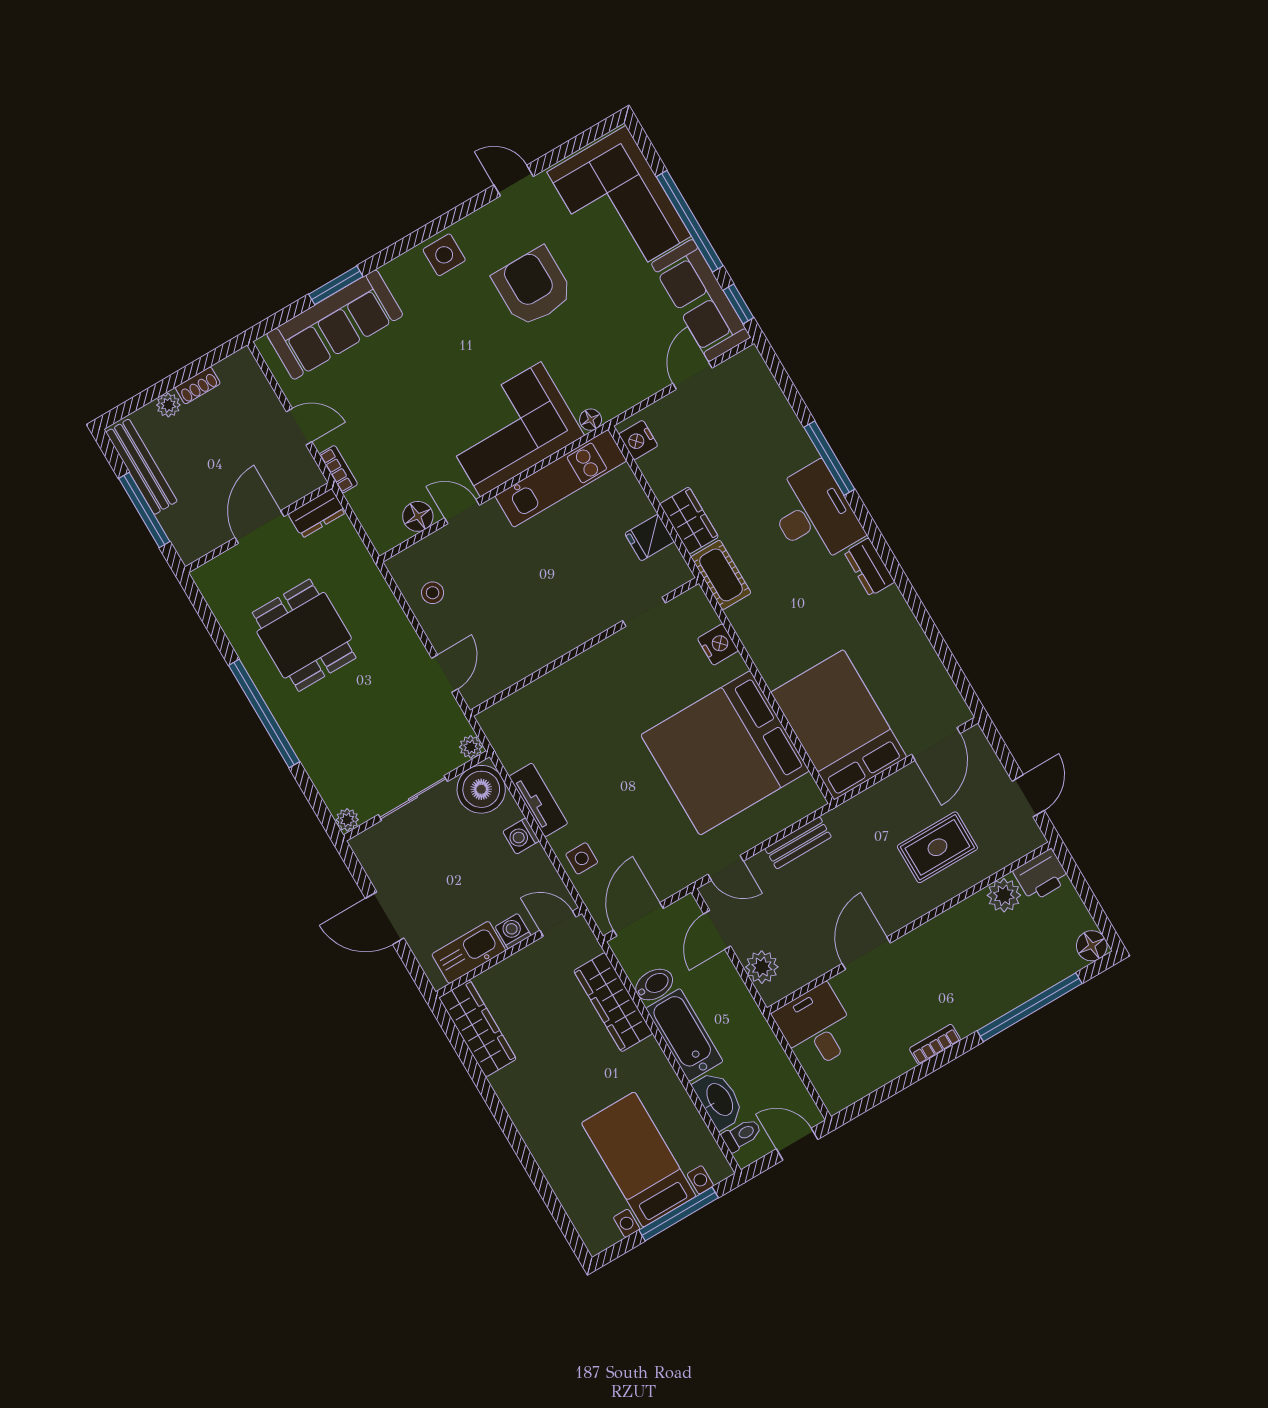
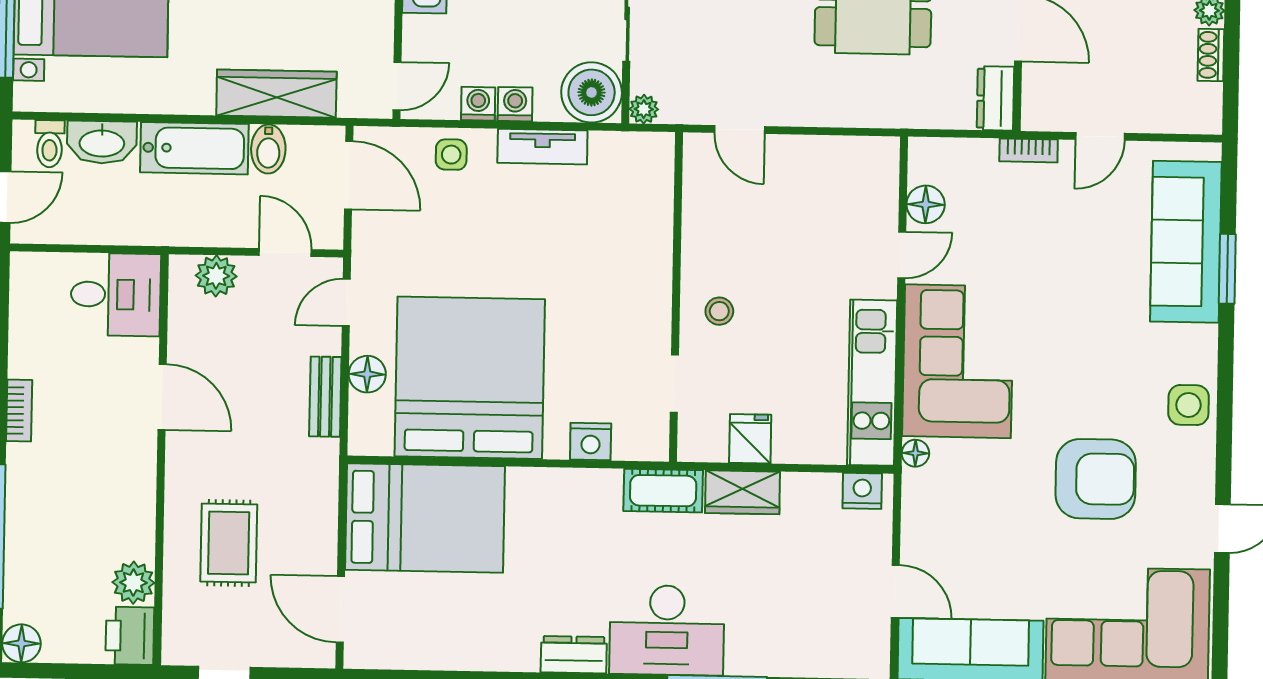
stool: (433, 593) -> (719, 311), moved
floor lamp: (765, 824) -> (367, 374), added
washing machine: (513, 931) -> (478, 104), moved, turned -90

